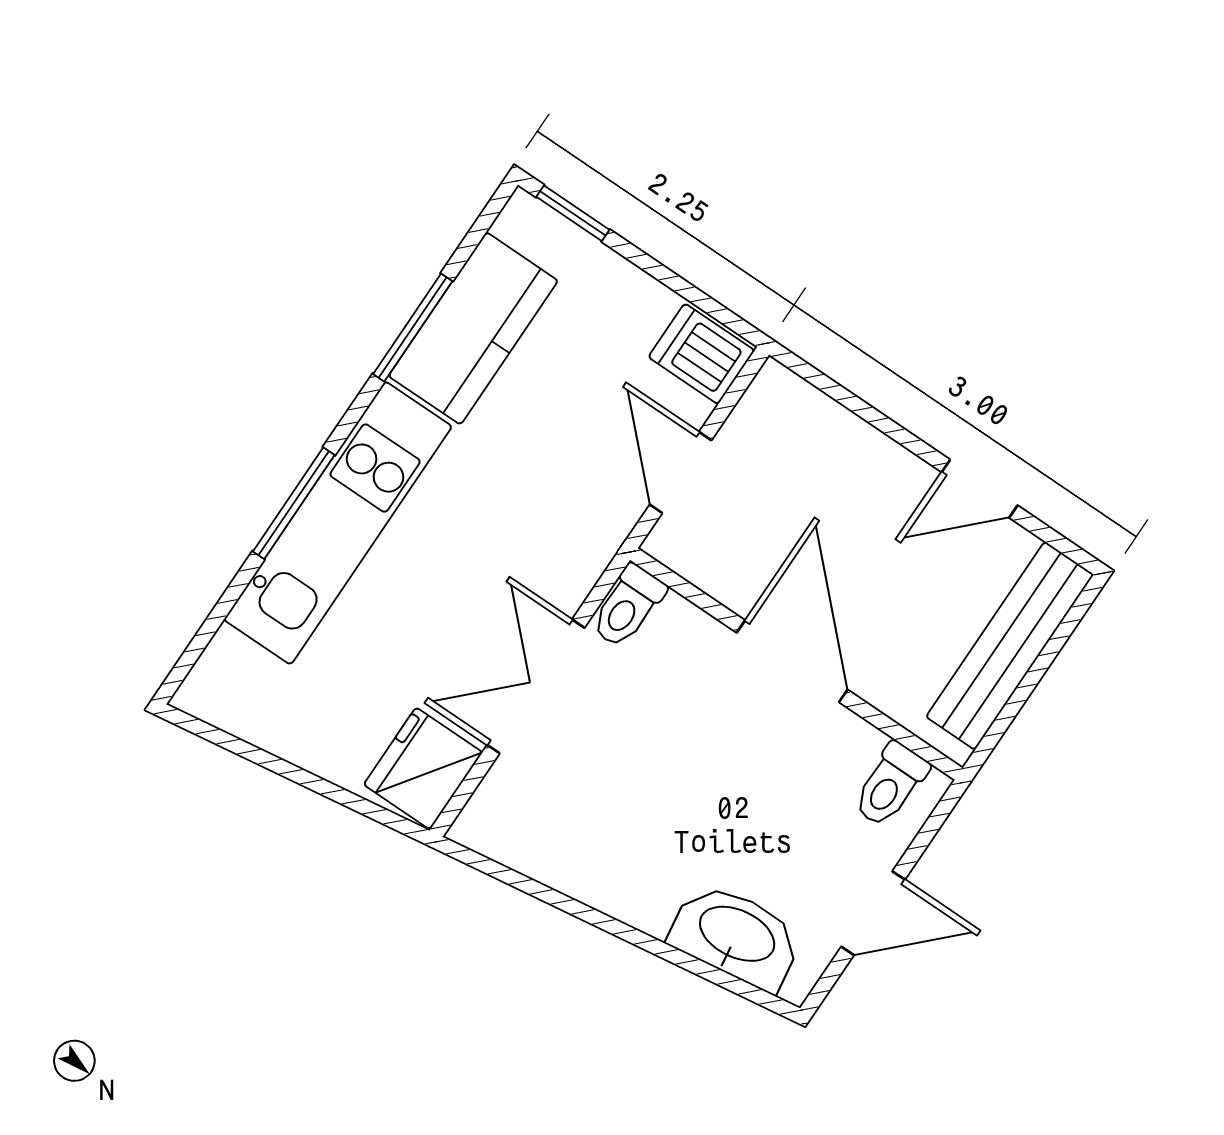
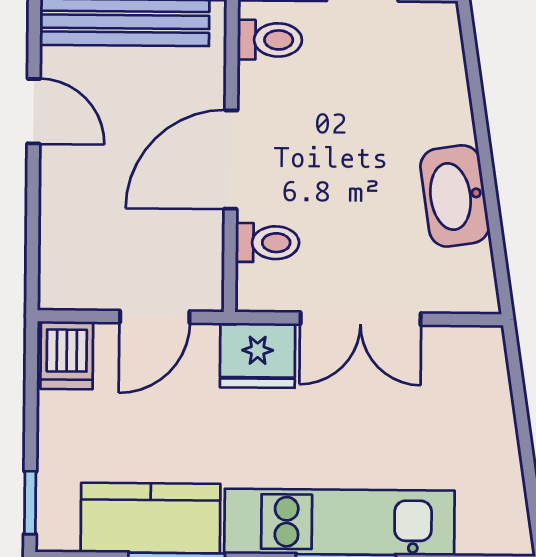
toilet: (628, 606) -> (267, 243), moved
fridge: (423, 768) -> (258, 355), moved
washbasin: (736, 936) -> (455, 196), moved

